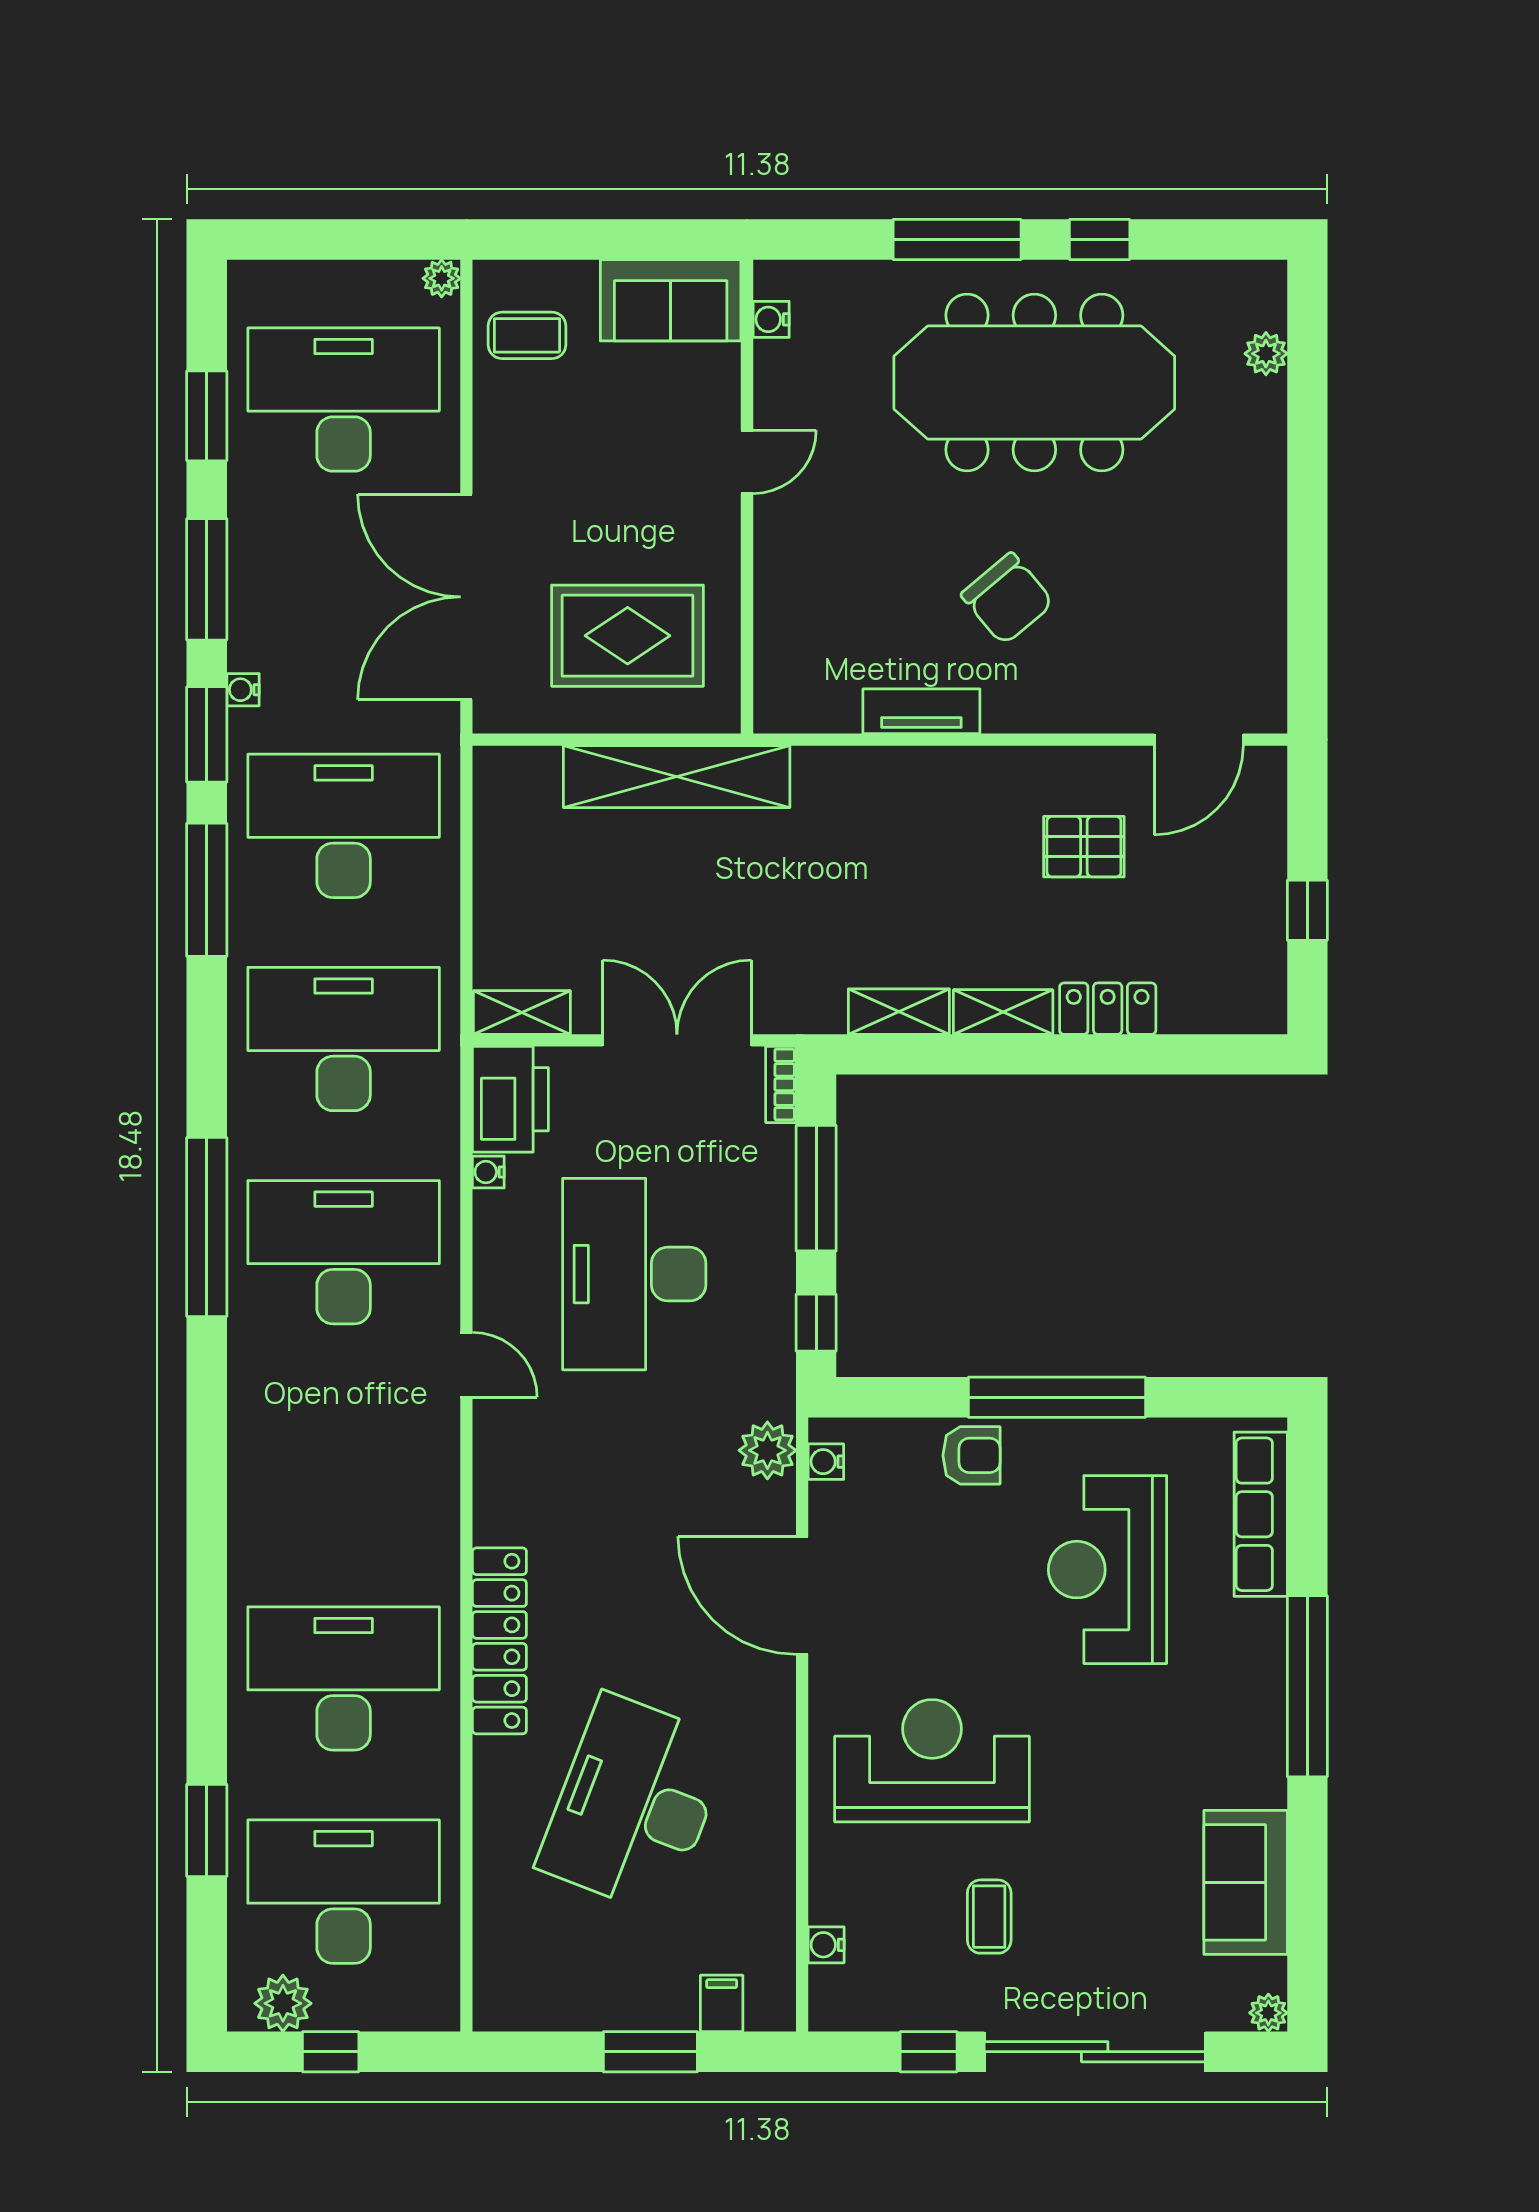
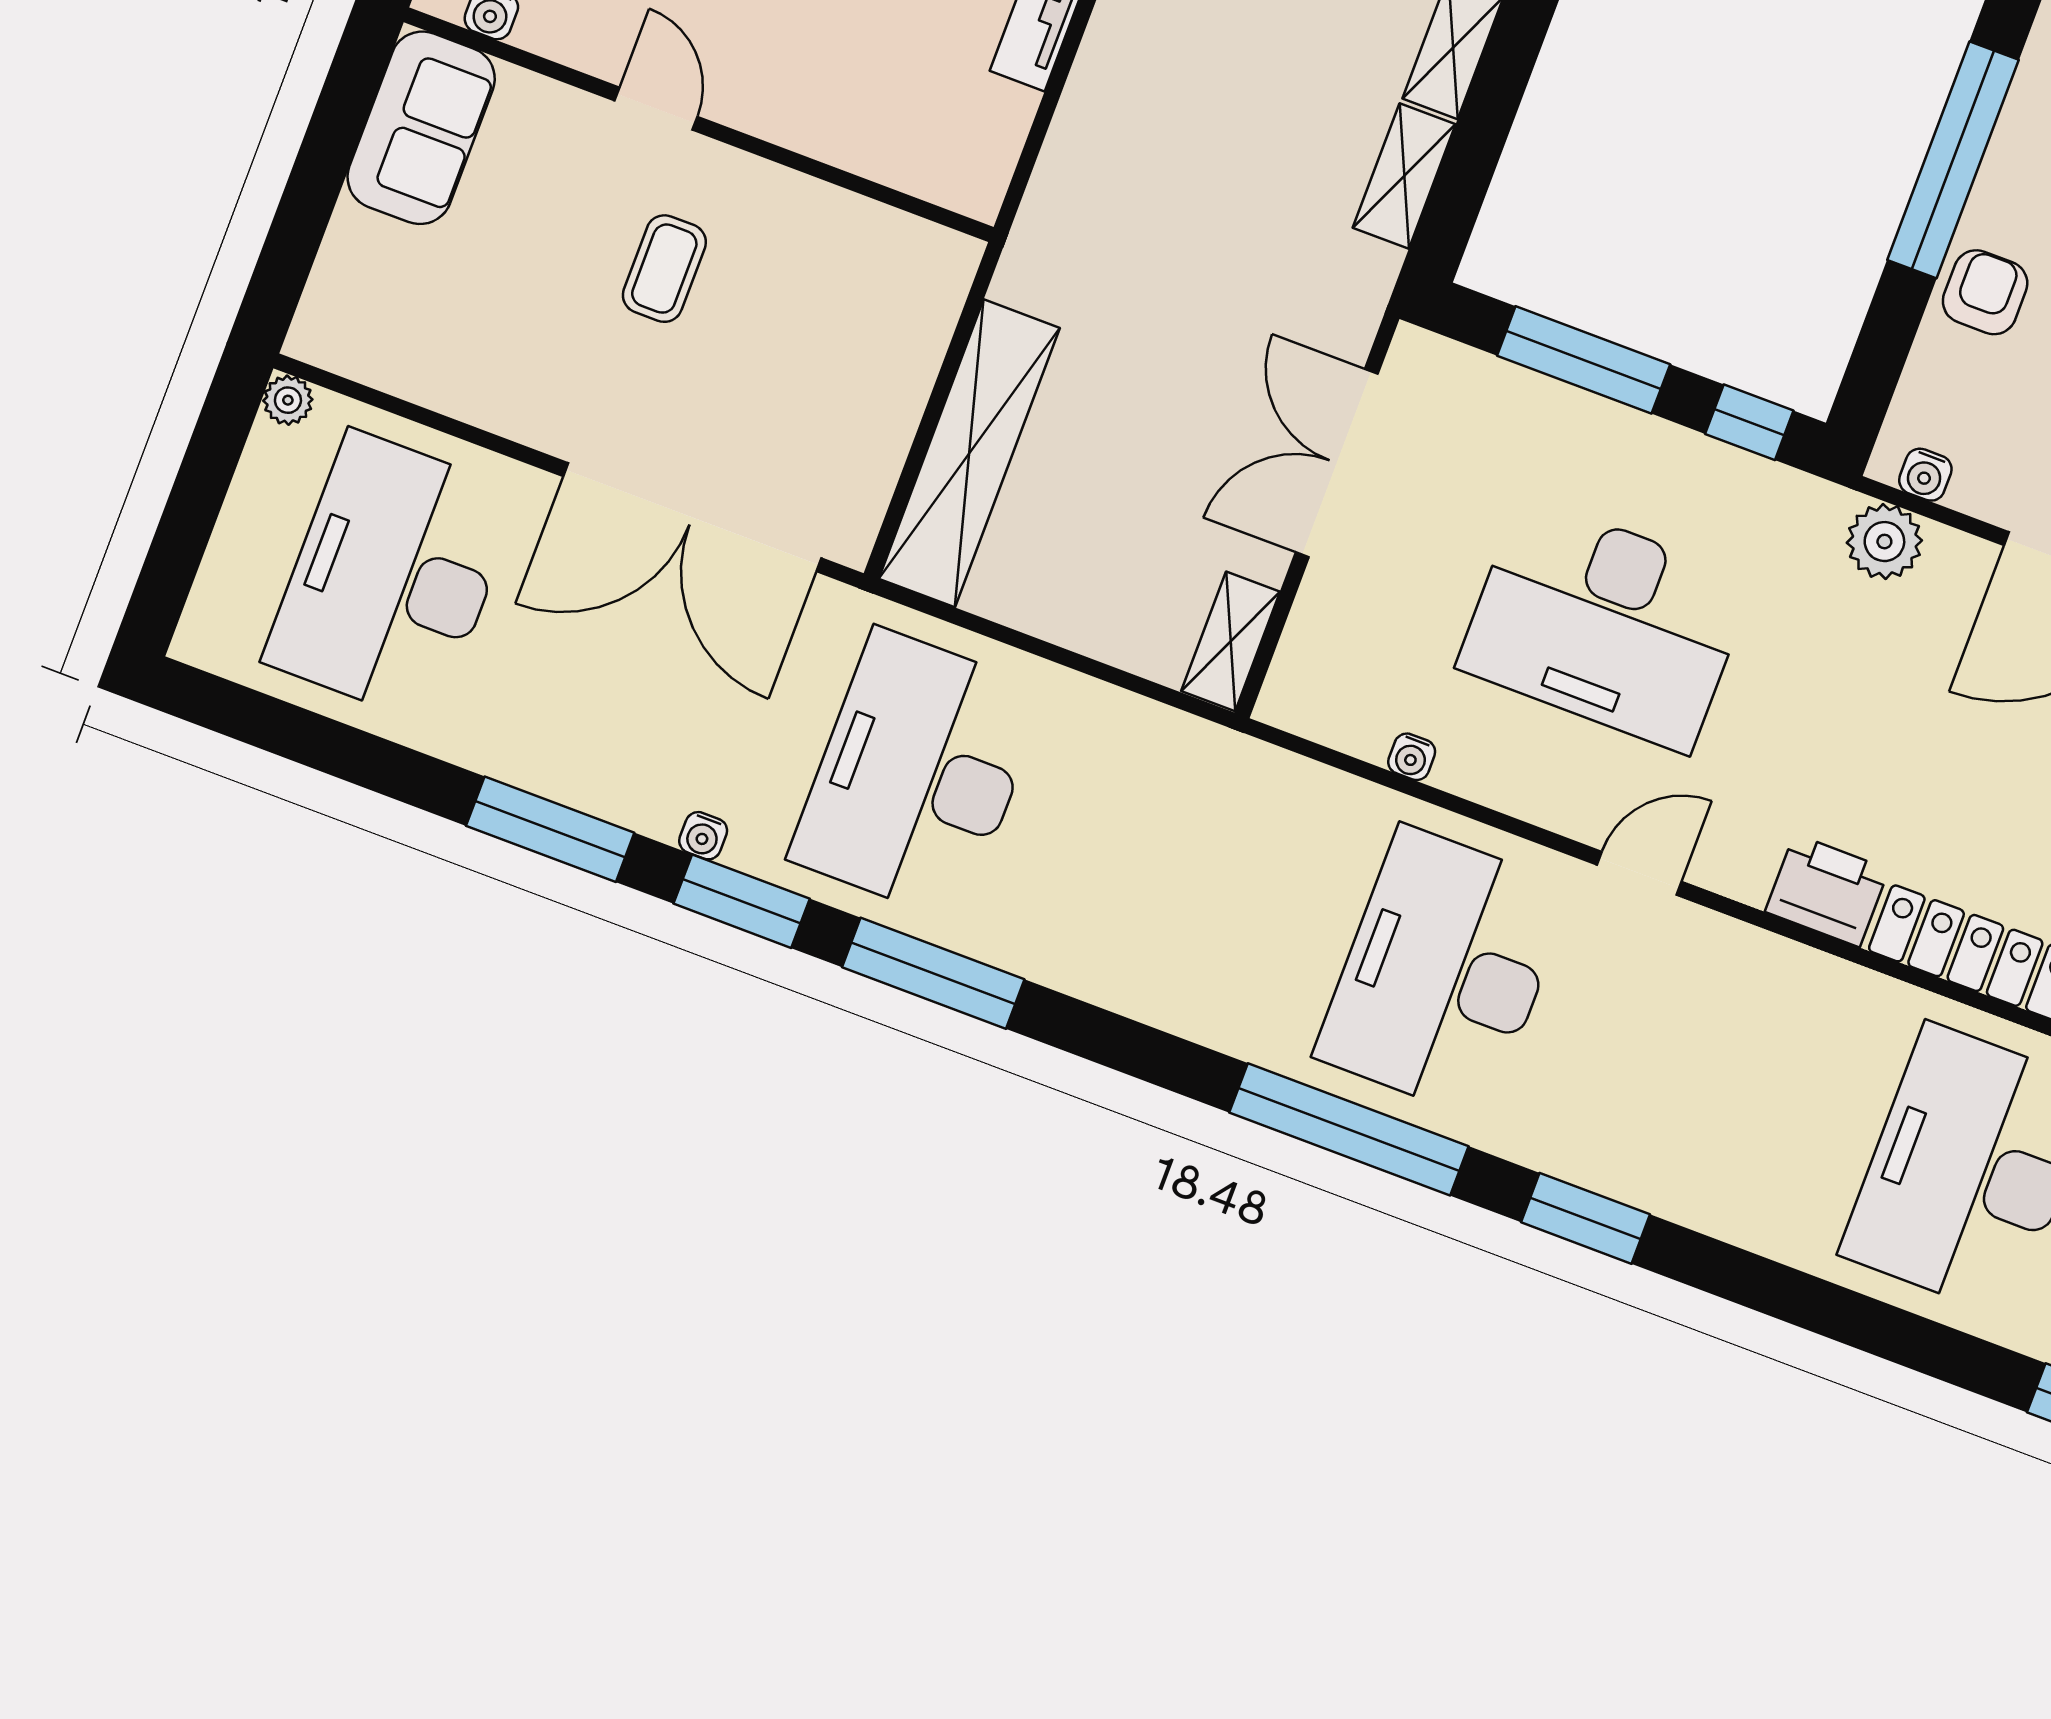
coffee table: (527, 335) -> (664, 269), moved
window: (207, 416) -> (1585, 1218), moved
rug: (628, 636) -> (815, 336), removed
shelving: (677, 777) -> (969, 453), moved
desk: (344, 1039) -> (1181, 874), removed
bookcase: (781, 1085) -> (1439, 355), removed
printer: (510, 1099) -> (1827, 890), moved, width x0.73, depth x0.84

